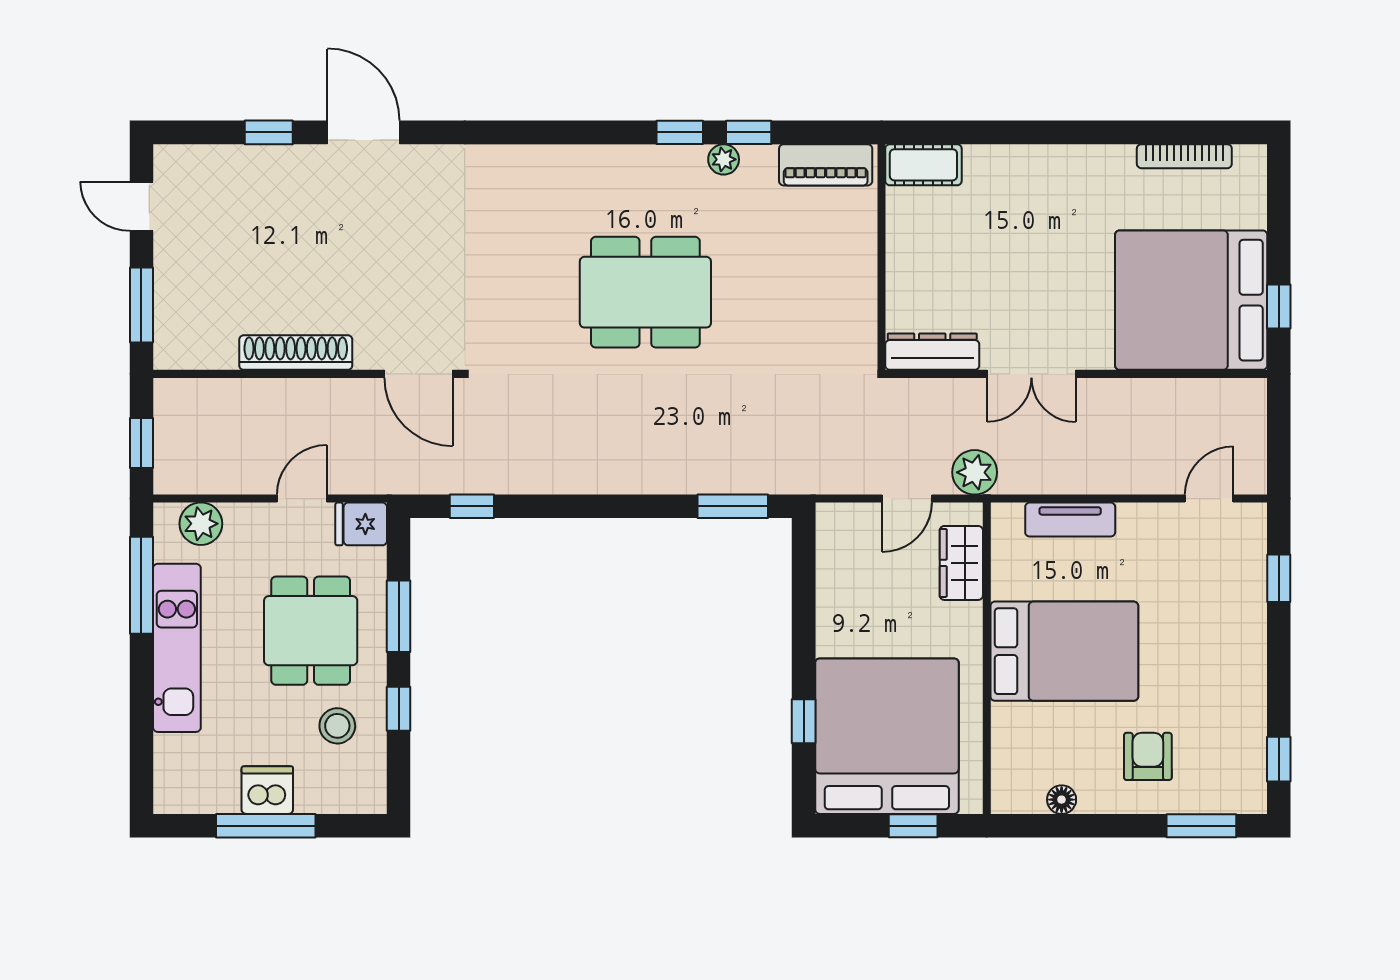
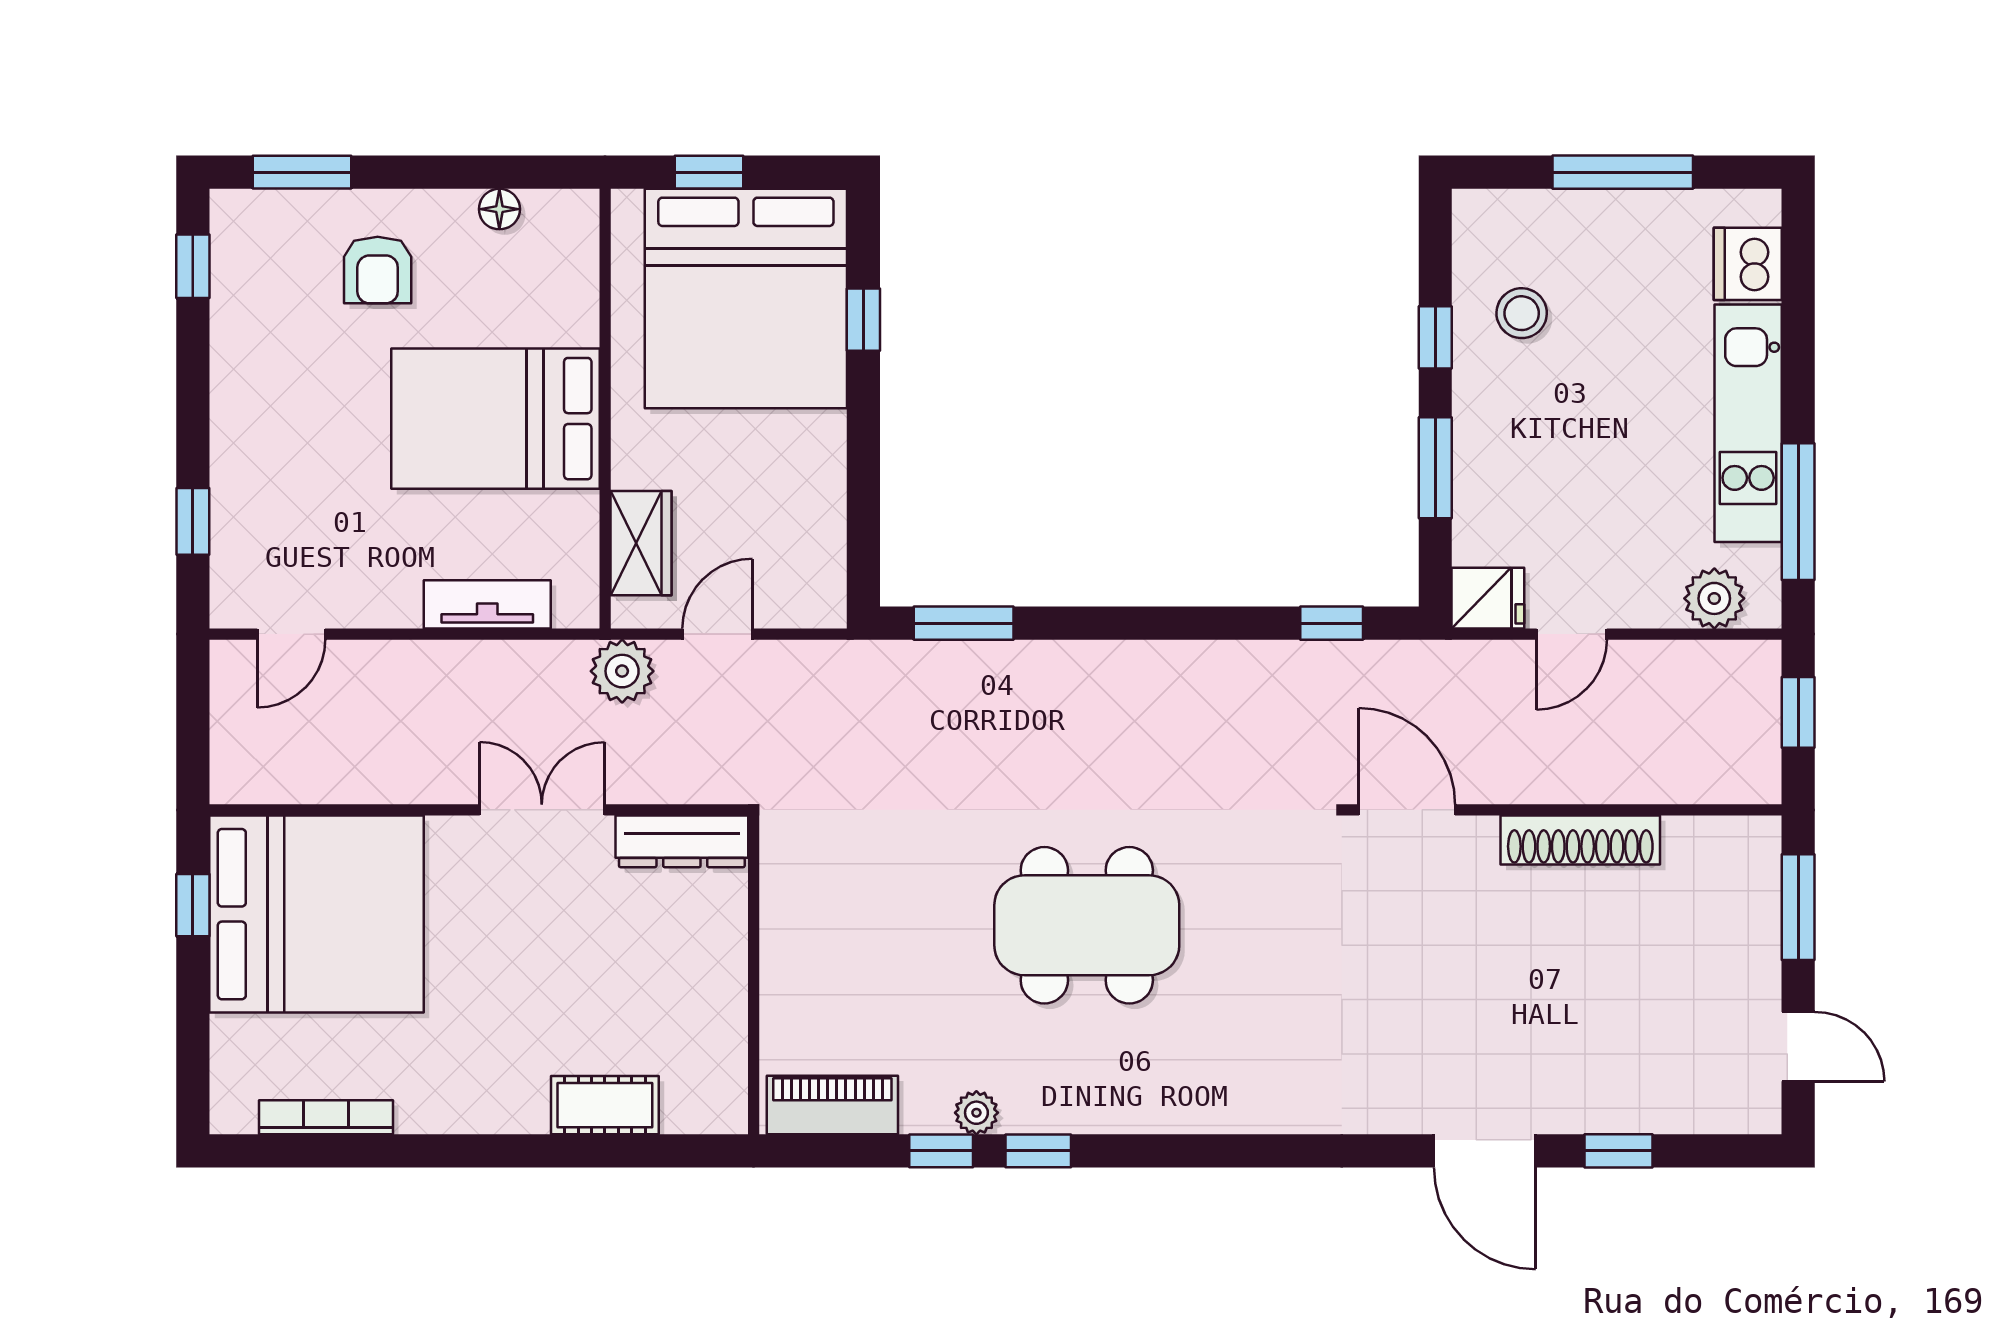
cot: (923, 165) -> (605, 1105), moved
dining table: (311, 631) -> (1559, 448), removed
dishwasher: (267, 790) -> (1748, 264), moved, turned 90

